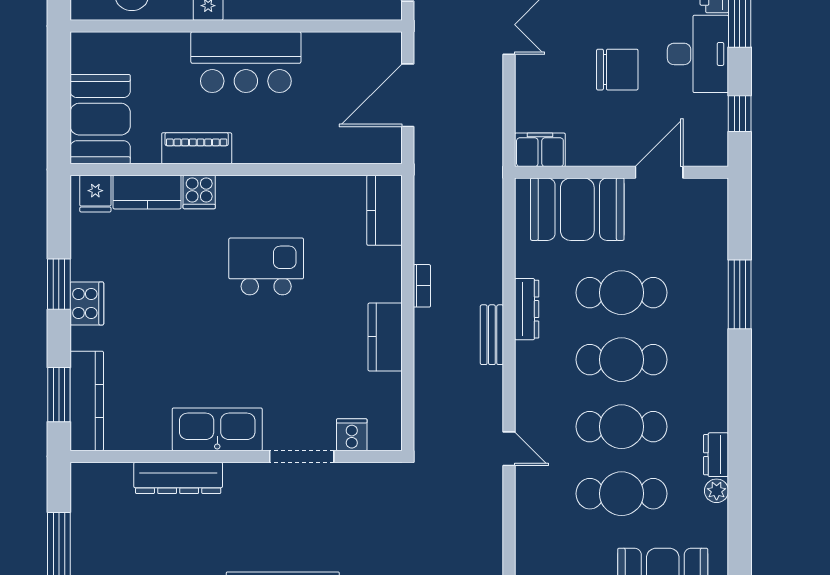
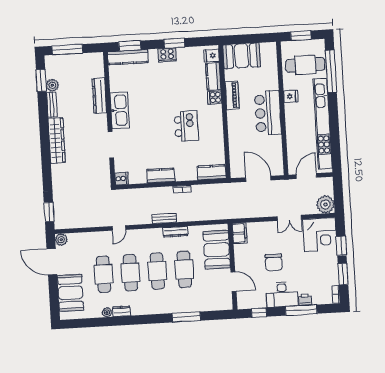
cooker: (352, 435) -> (122, 179), moved

